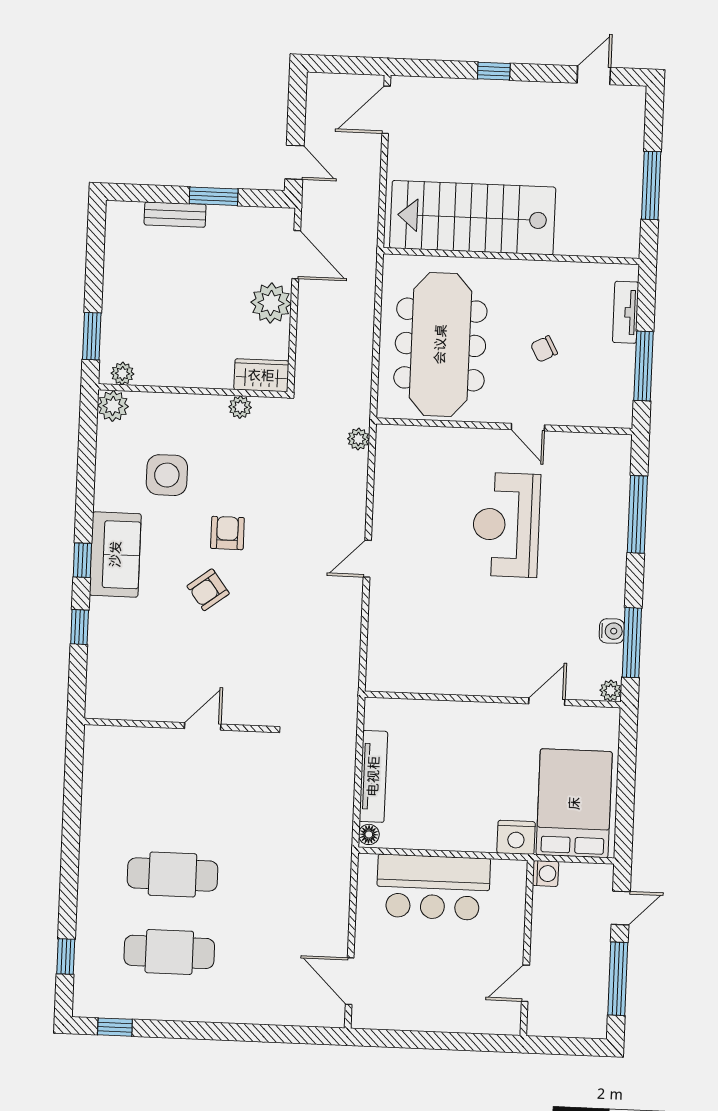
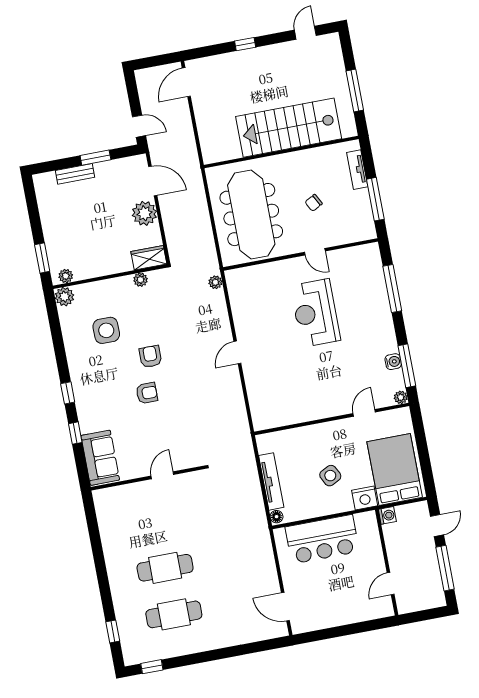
stairs: (473, 218) -> (289, 128), moved
sofa: (115, 554) -> (100, 458), moved
armchair: (208, 590) -> (147, 393), turned -143
side table: (470, 789) -> (330, 476), added

